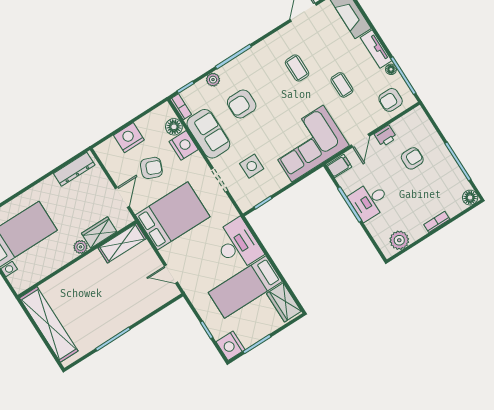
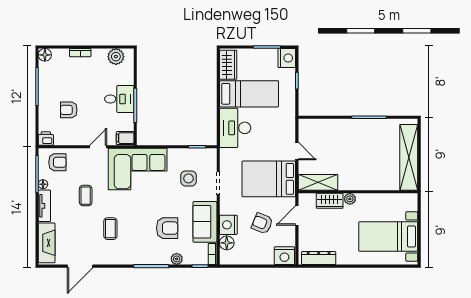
printer: (385, 136) -> (46, 139), moved
nightstand: (129, 138) -> (284, 256), moved
door: (171, 274) -> (297, 151), moved

